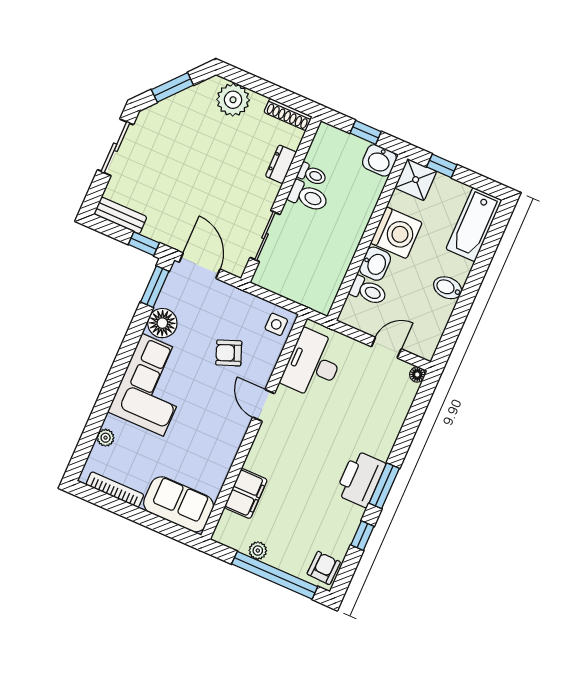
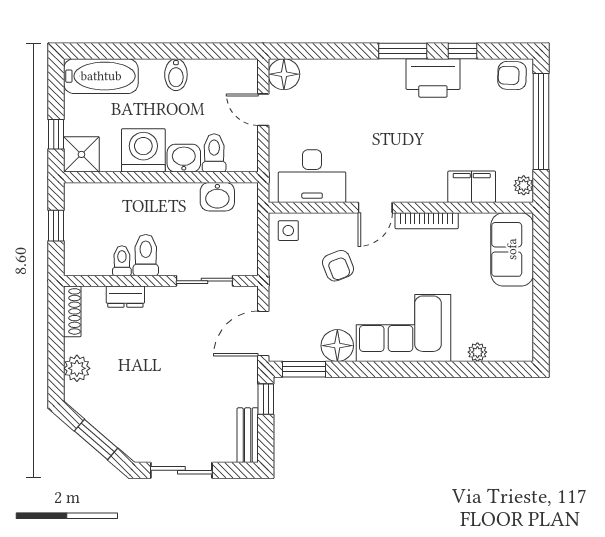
plant: (233, 100) -> (77, 368), width x0.73, depth x0.73
washbasin: (379, 160) -> (217, 197), moved, turned 90
floor lamp: (417, 375) -> (284, 74), width x1.89, depth x1.89
printer: (360, 479) -> (433, 78), moved
bookcase: (115, 490) -> (427, 221), moved, turned -90
plant: (258, 551) -> (524, 185), moved

